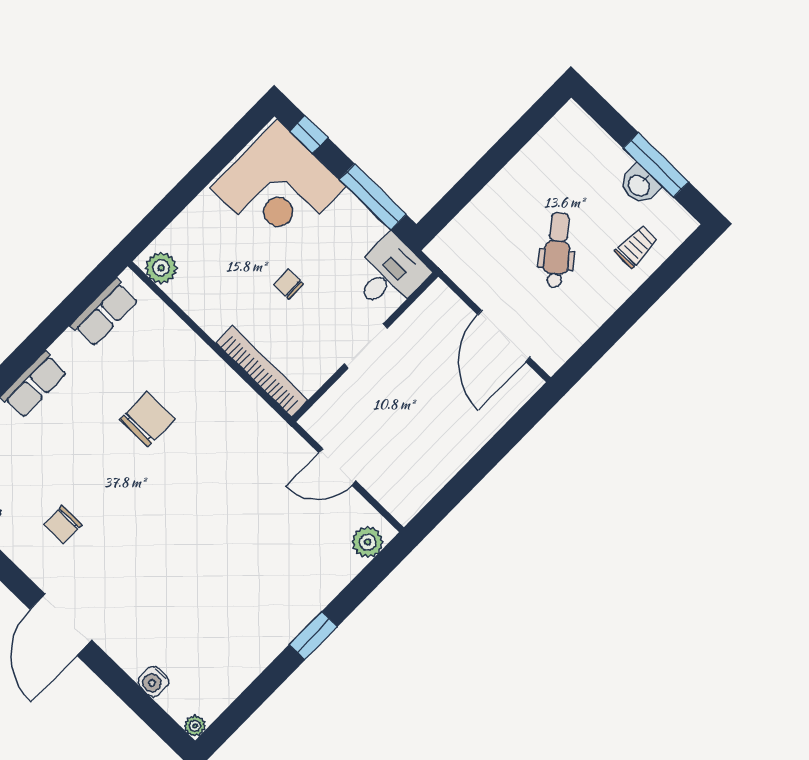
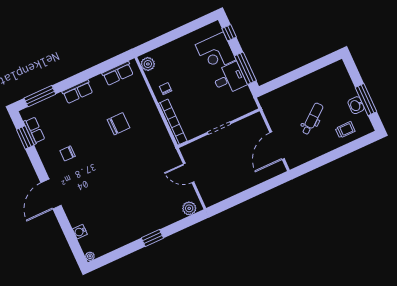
corner desk: (278, 187) -> (216, 52), width x0.74, depth x0.74
desk: (389, 274) -> (229, 79), moved
chair: (288, 284) -> (166, 89), moved

